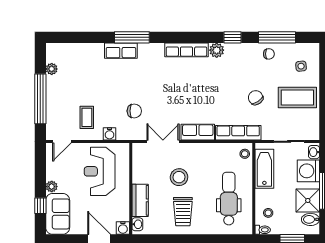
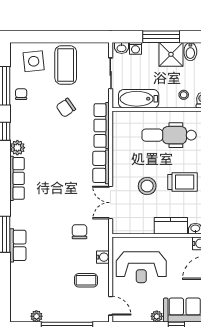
side table: (301, 66) -> (34, 61), width x1.87, depth x1.87
stool: (245, 154) -> (123, 119), removed
washing machine: (308, 171) -> (135, 48), width x0.53, depth x0.53

